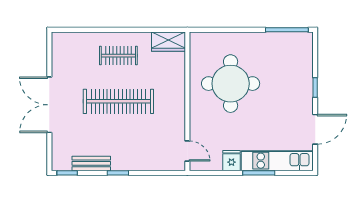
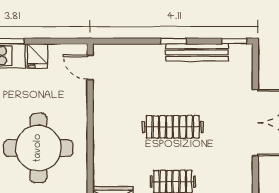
clothes rail: (118, 101) -> (173, 127), width x0.73, depth x0.76
bench: (91, 163) -> (197, 52), width x1.36

